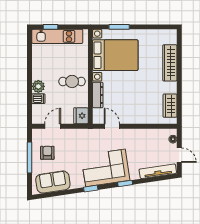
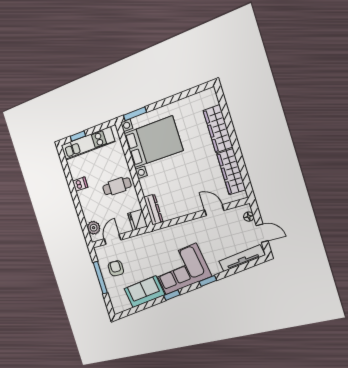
window: (119, 27) -> (135, 114), moved
plant: (38, 86) -> (94, 228), moved
dresser: (98, 95) -> (153, 210), moved
dishwasher: (38, 99) -> (80, 184), moved
wardrobe: (170, 106) -> (231, 172), width x1.50
door: (112, 126) -> (214, 210), moved
sofa: (53, 182) -> (144, 292), moved

